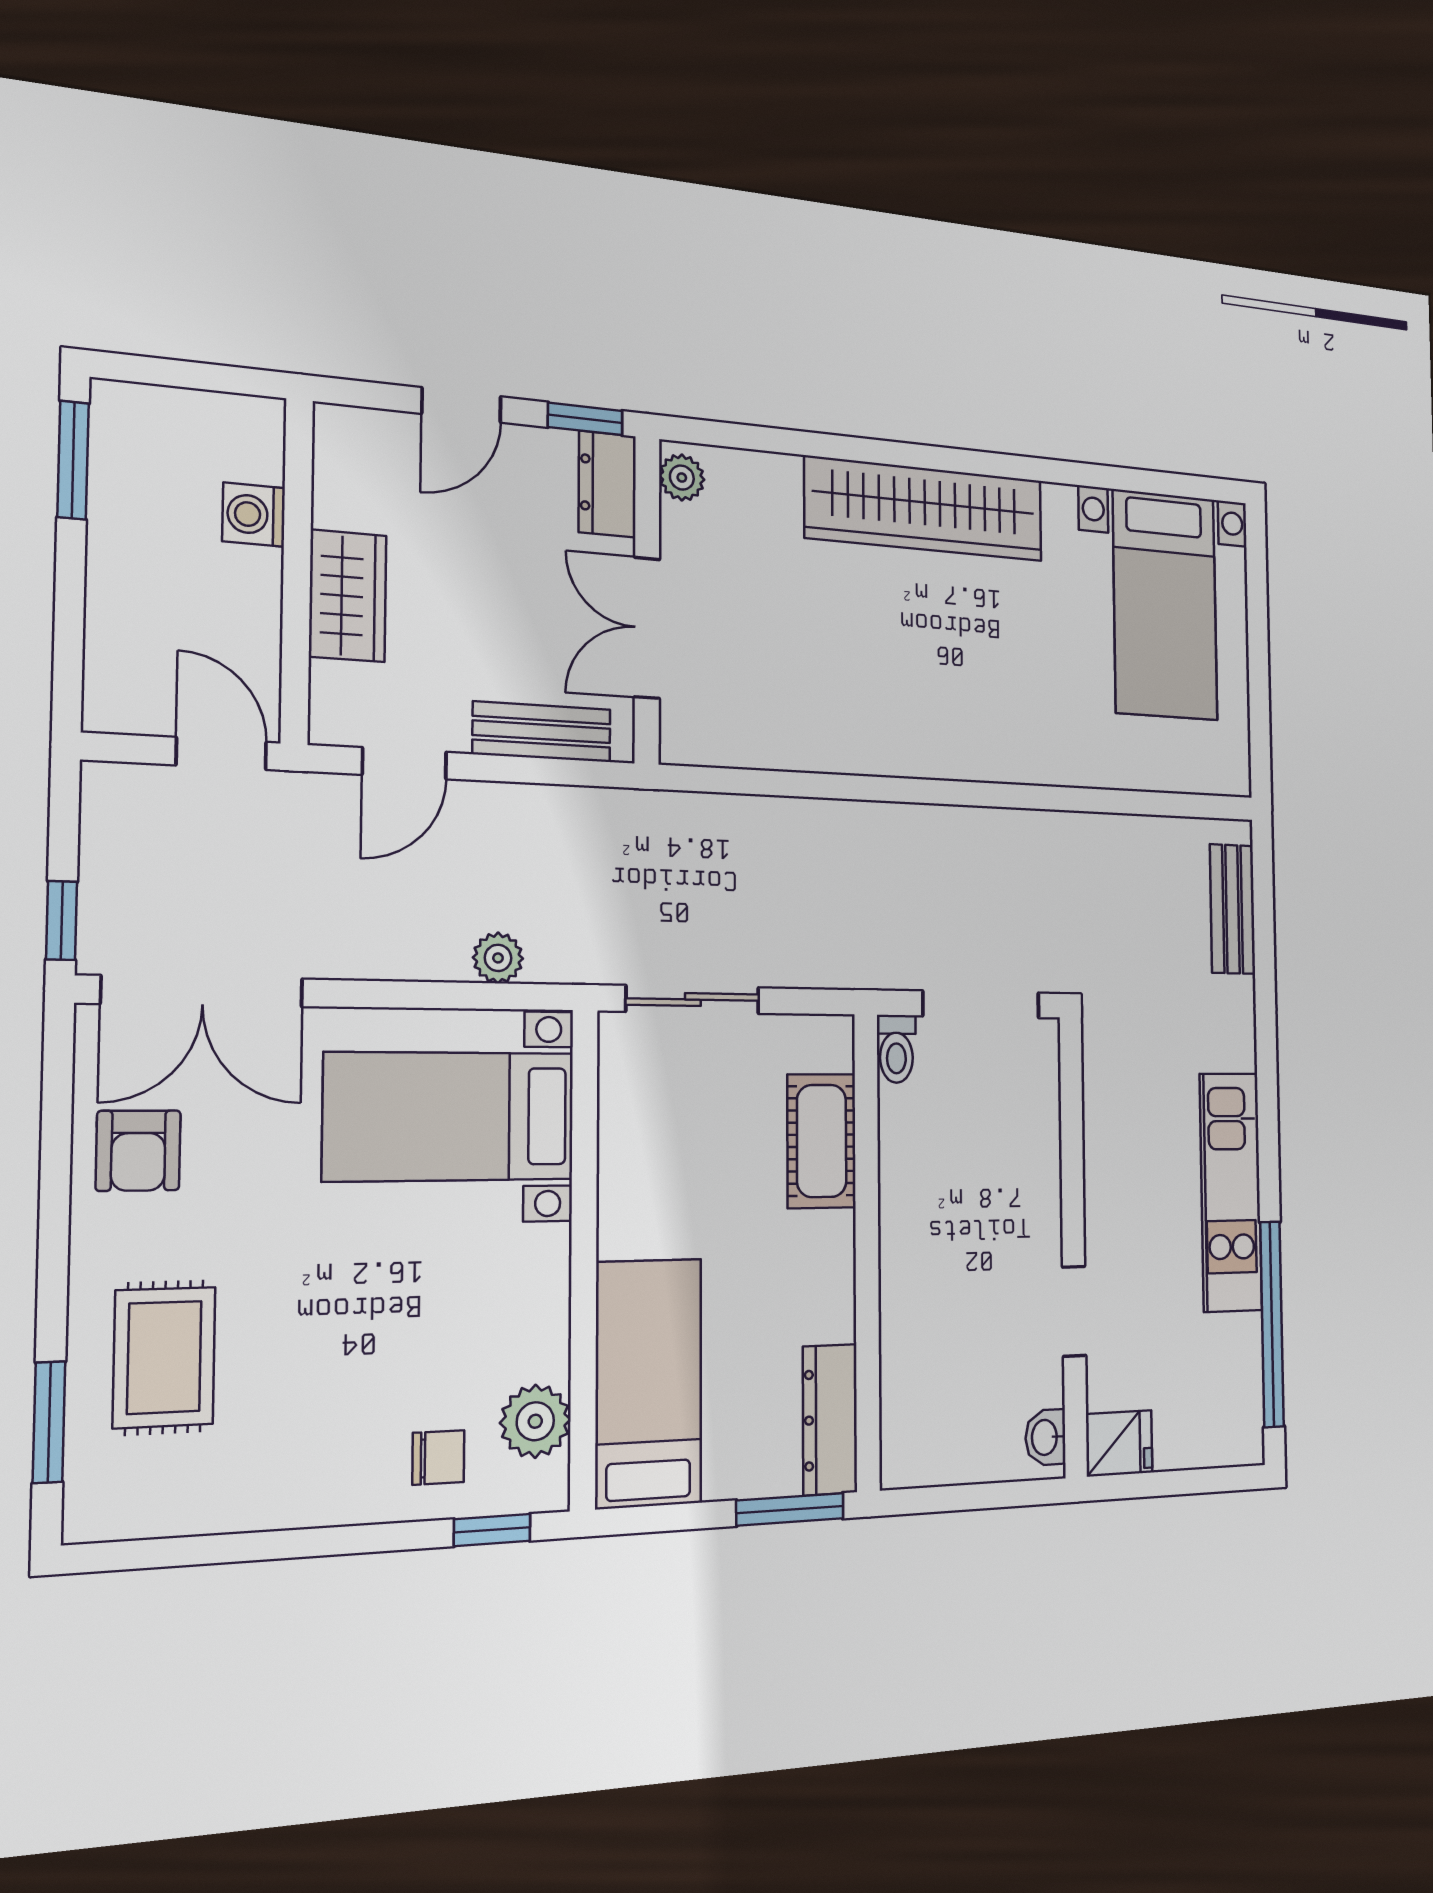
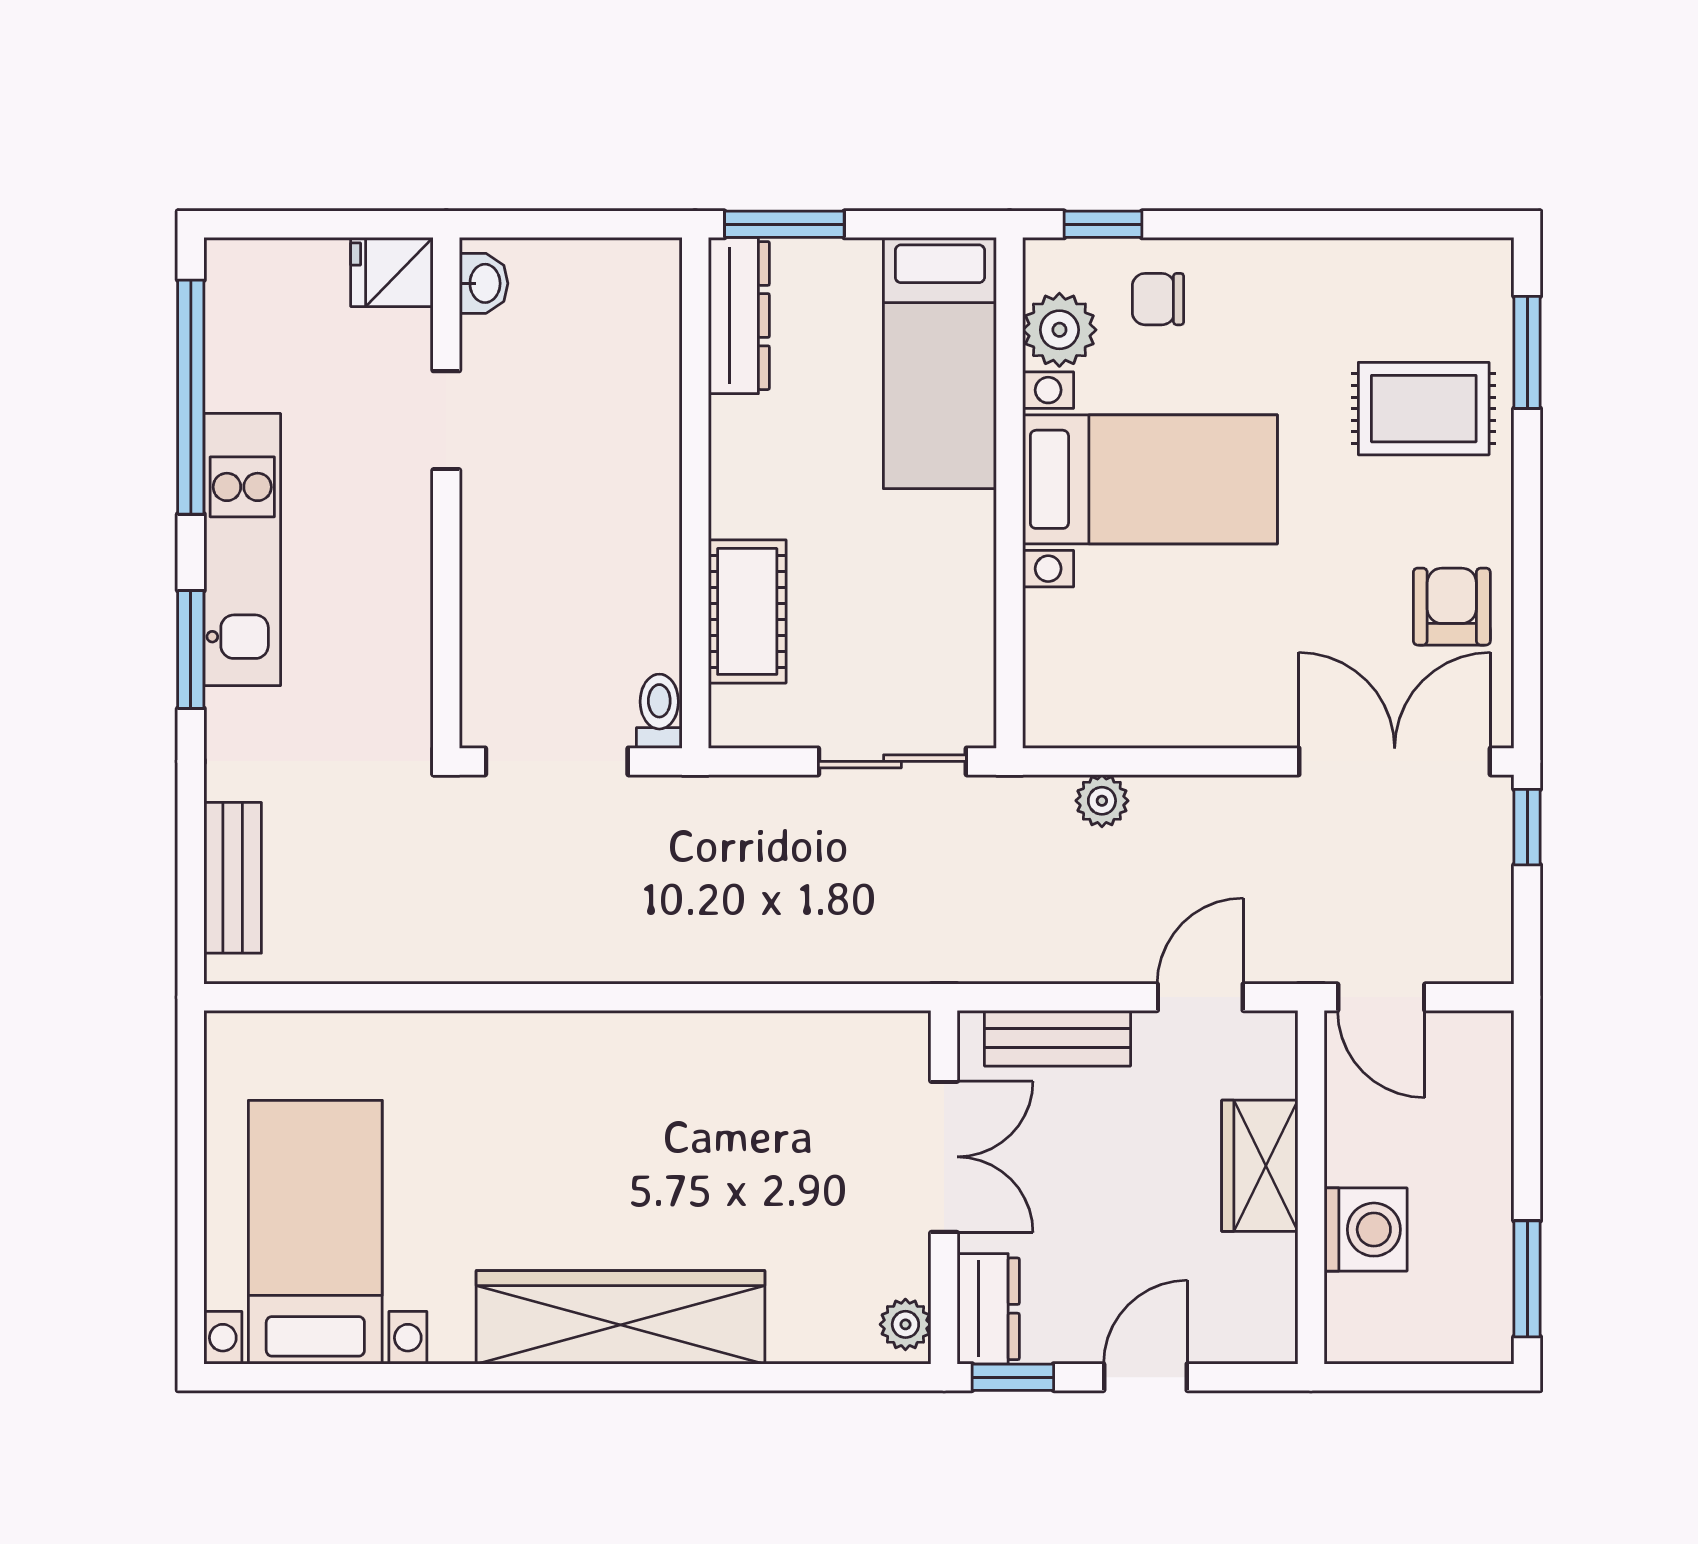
washing machine: (254, 515) -> (1366, 1230), width x1.38, depth x1.38
window: (1267, 1105) -> (191, 650), added
bed with nightstands: (450, 1116) -> (1150, 479), moved
rug: (164, 1357) -> (1424, 409), turned 90

